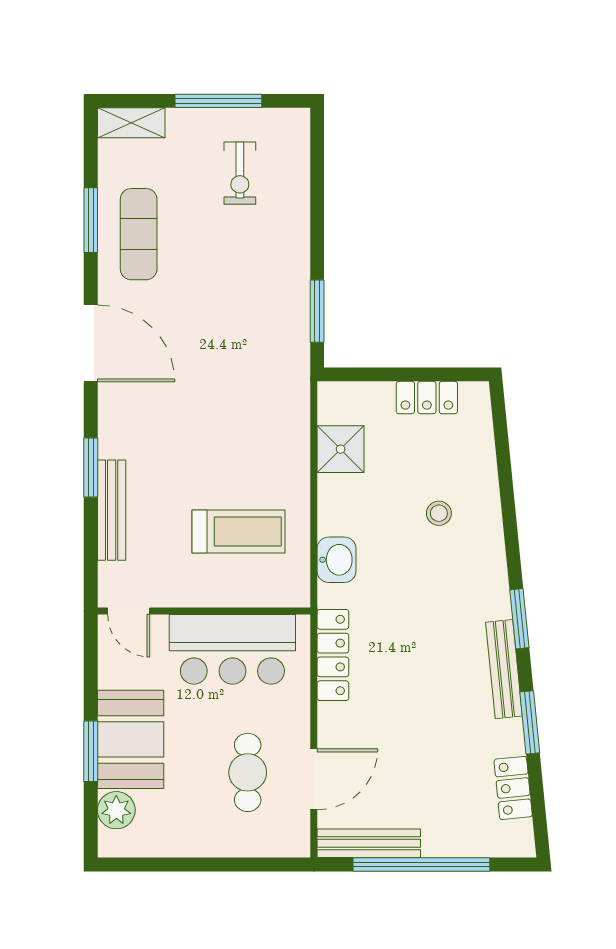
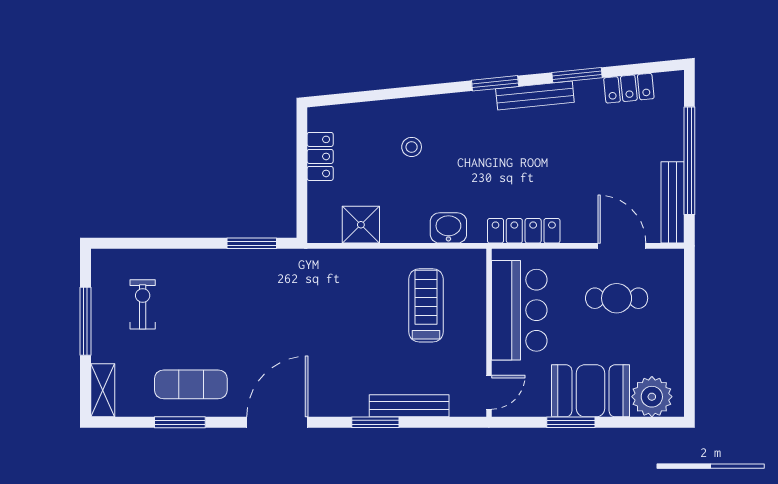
exercise bike: (240, 173) -> (143, 304), turned -90
window: (91, 751) -> (571, 422), moved
plant: (116, 810) -> (652, 397), width x1.36, depth x1.36

